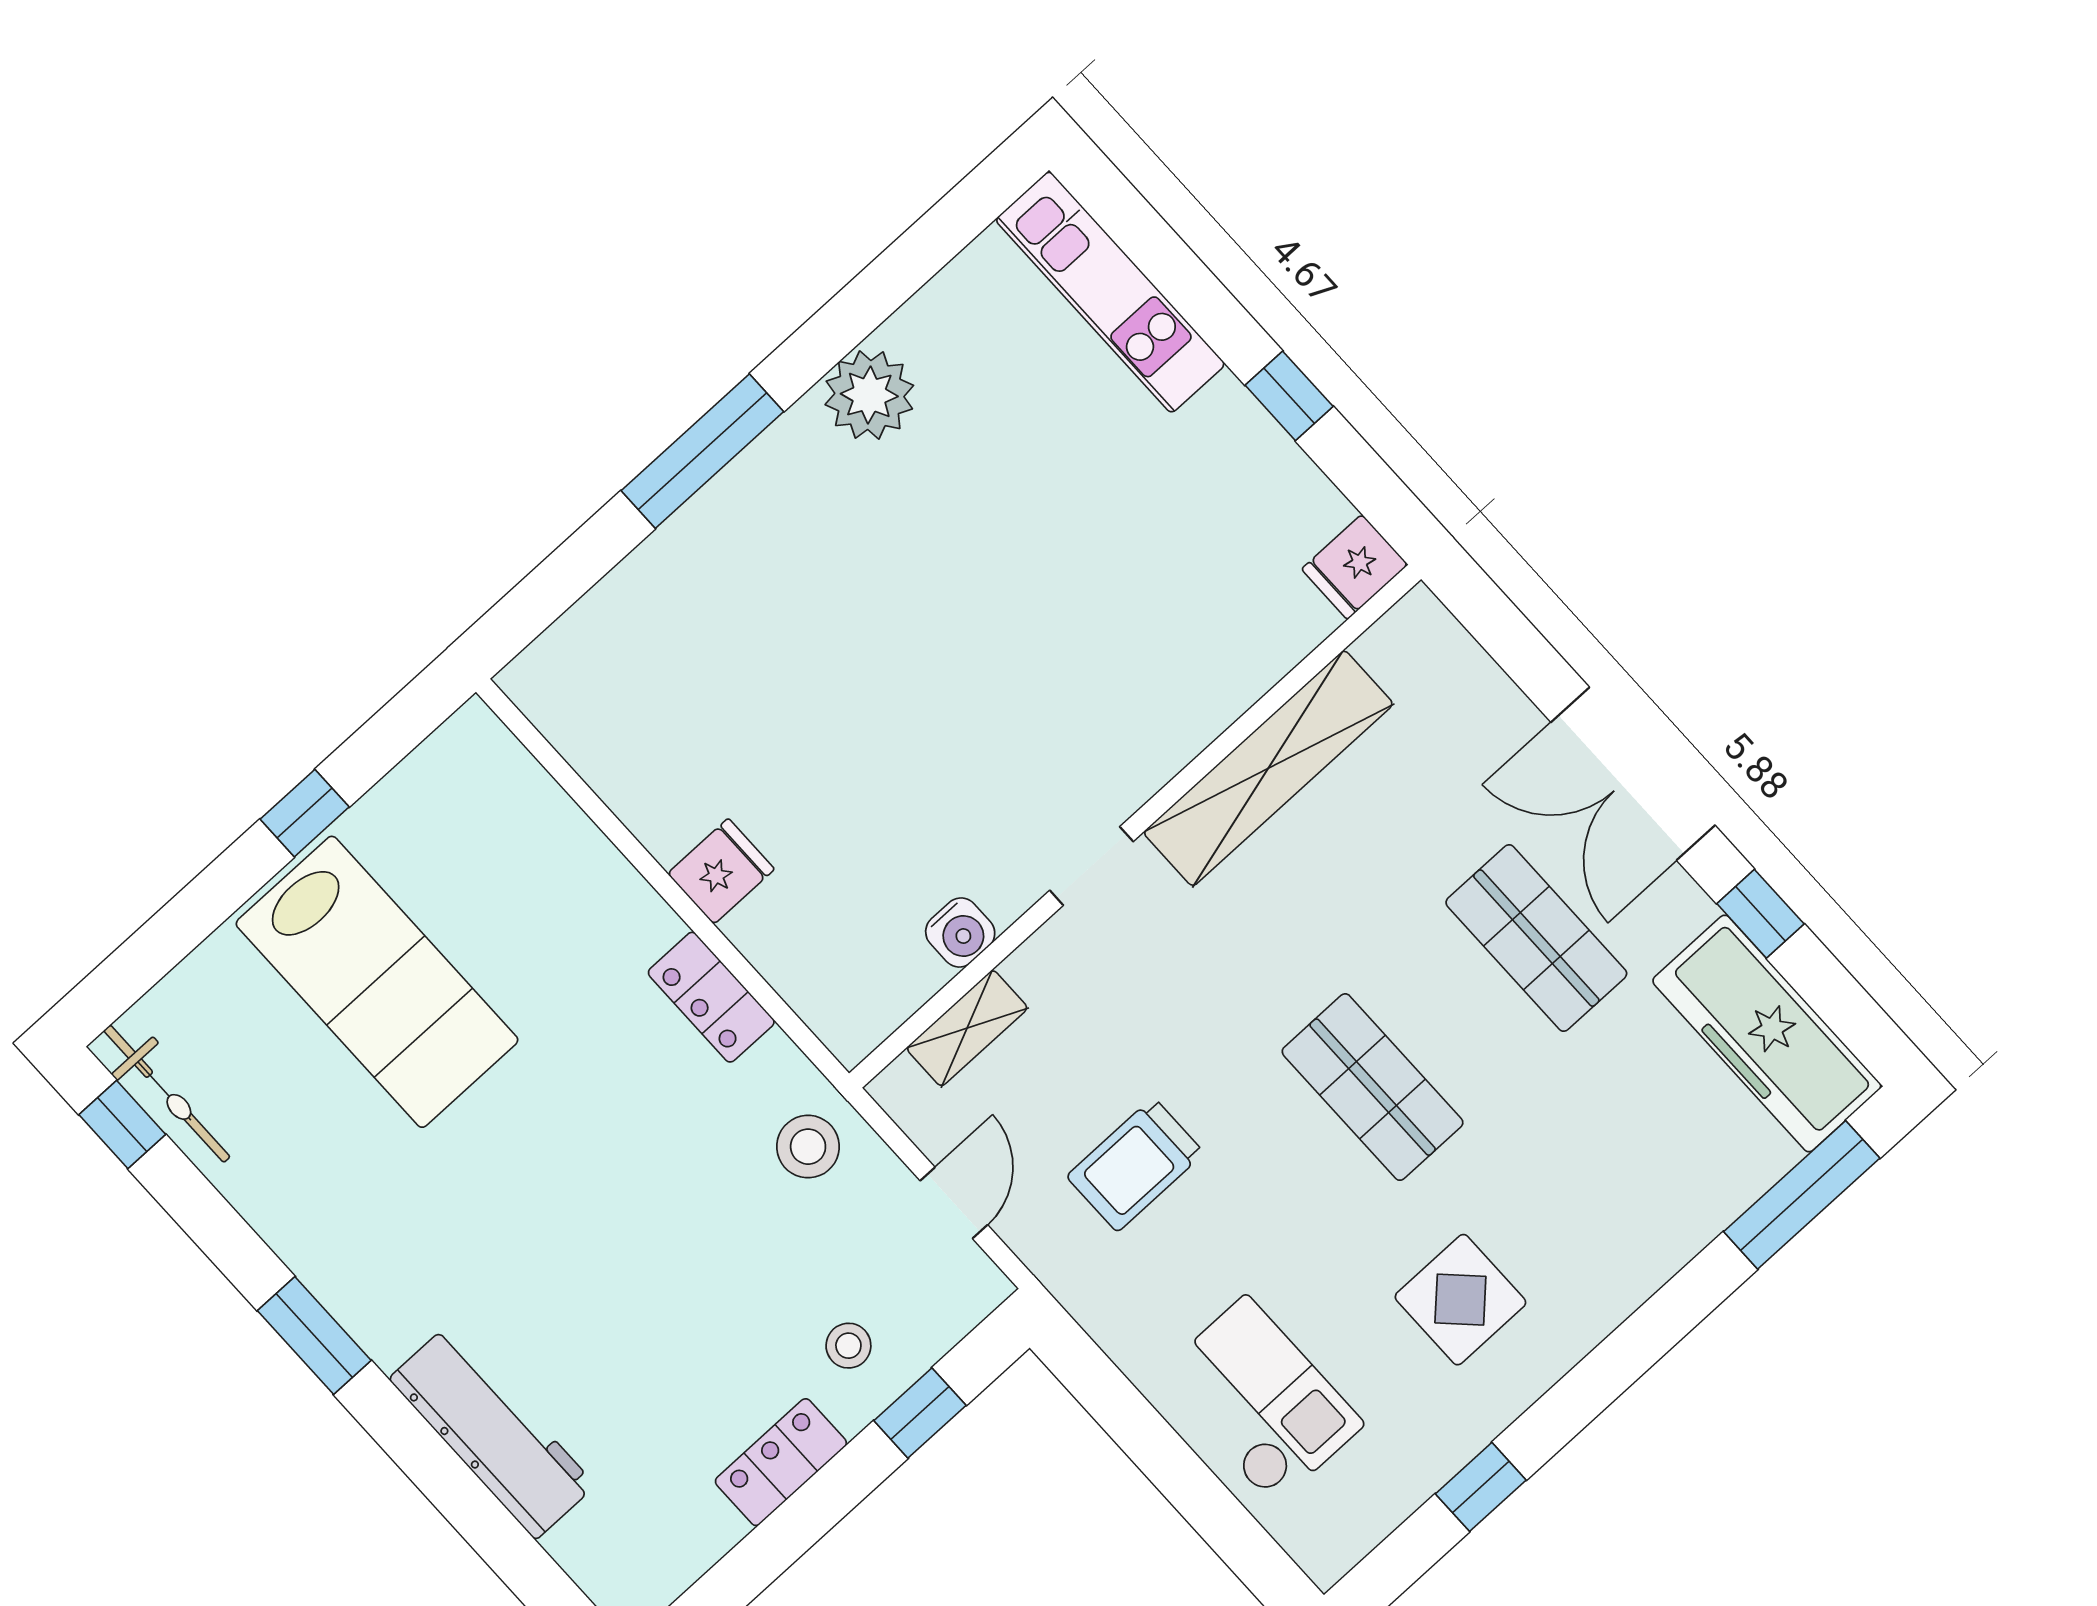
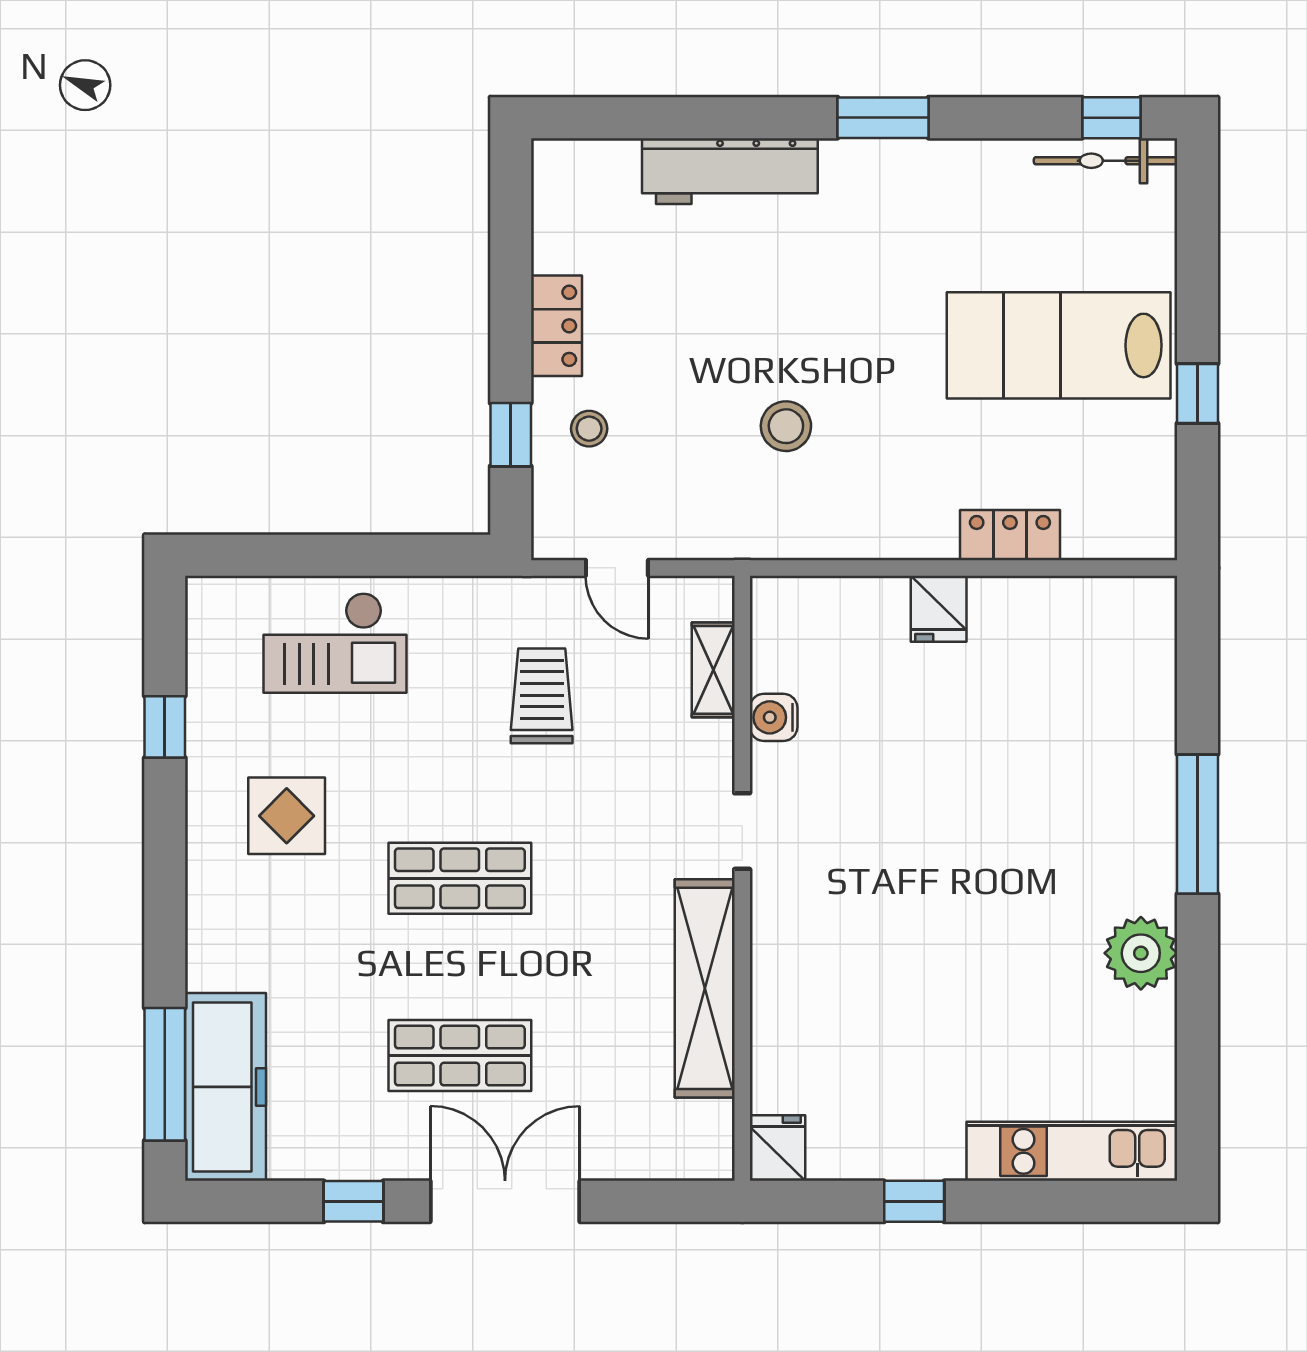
locker: (711, 997) -> (1010, 535), moved
freezer: (1767, 1033) -> (225, 1087), moved, turned 90
stool: (808, 1147) -> (786, 426), moved

